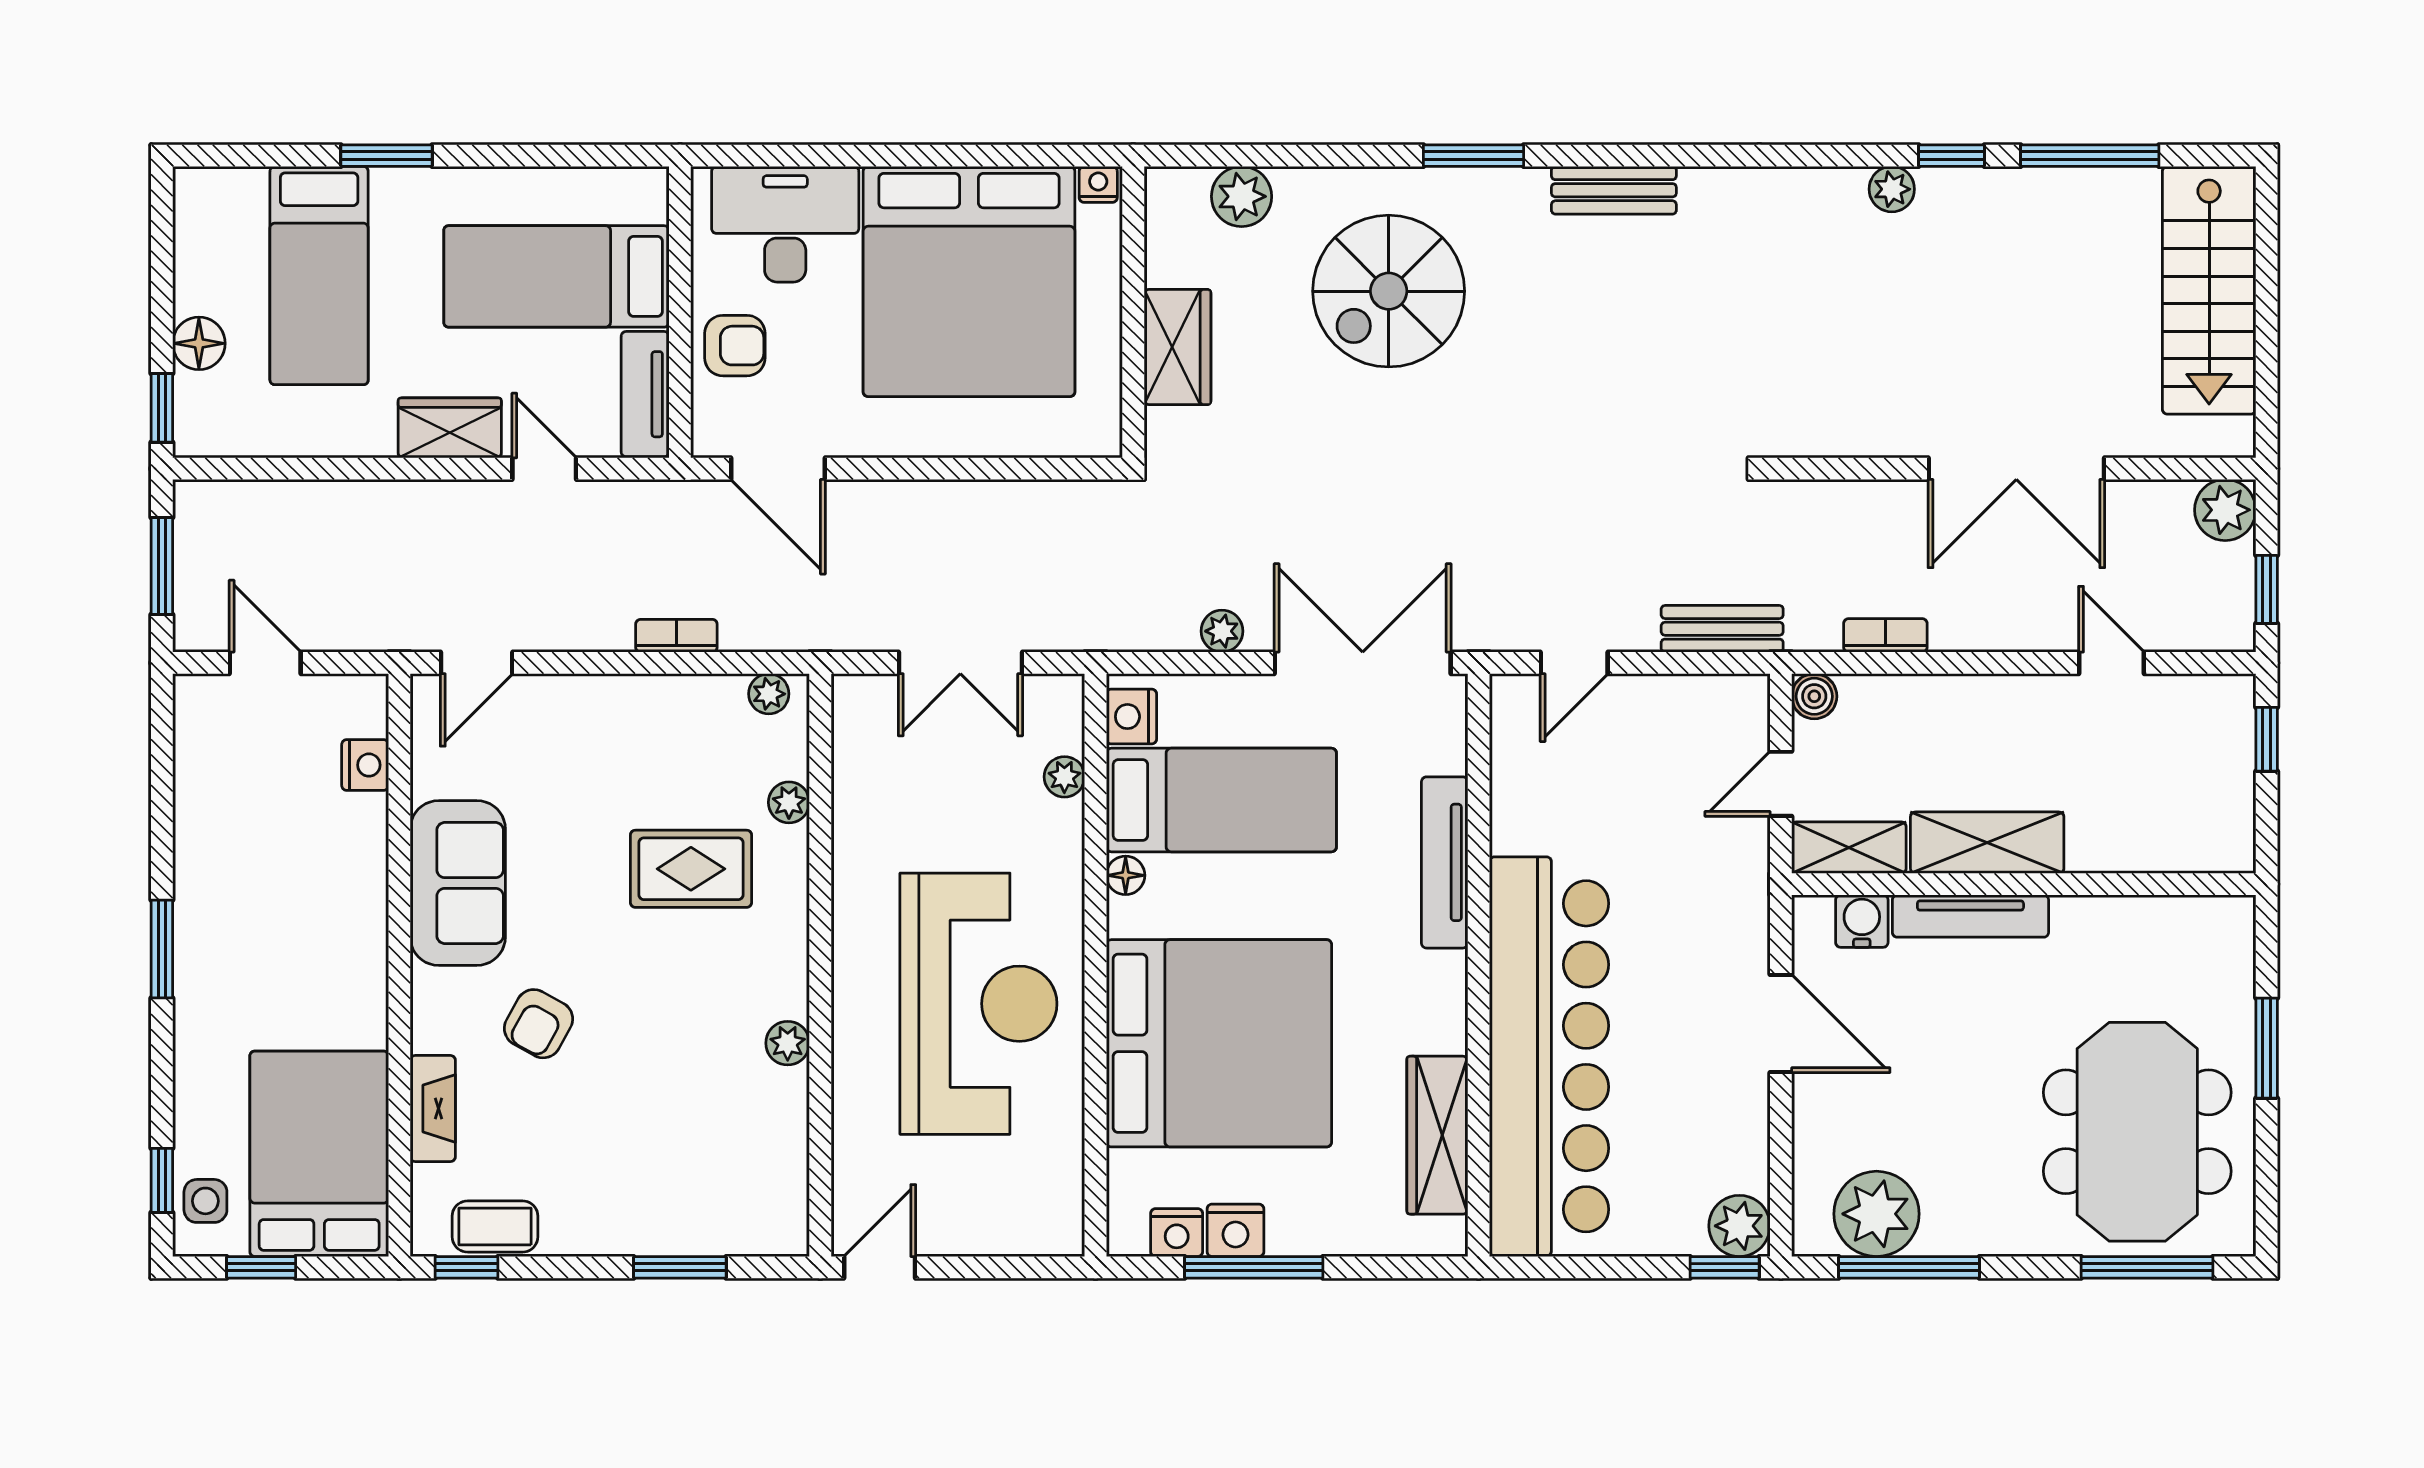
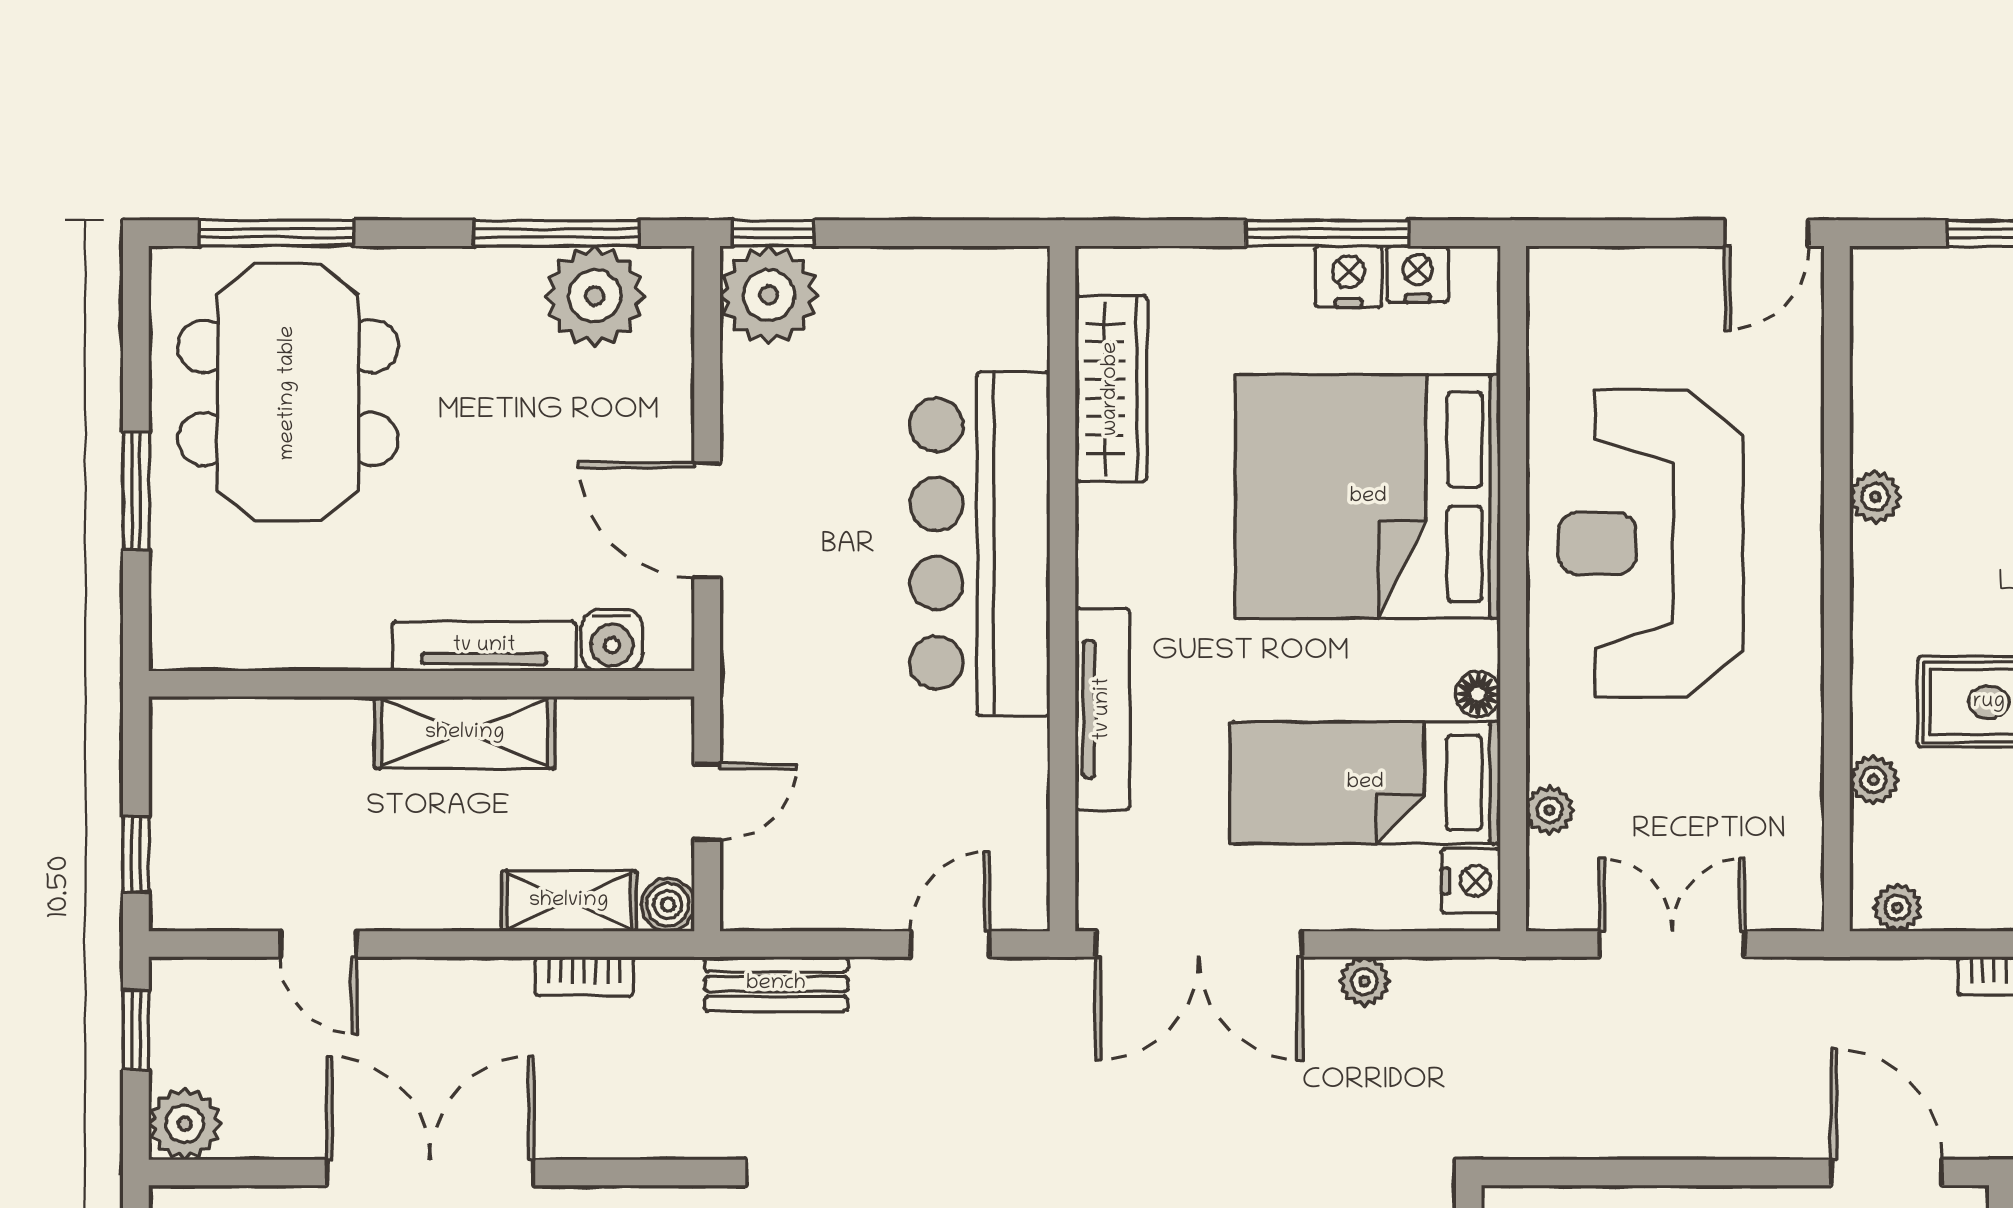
shelving: (1849, 848) -> (569, 901), moved
bar counter: (1549, 1056) -> (980, 544), width x0.73
plant: (1739, 1226) -> (769, 295), width x1.36, depth x1.36

